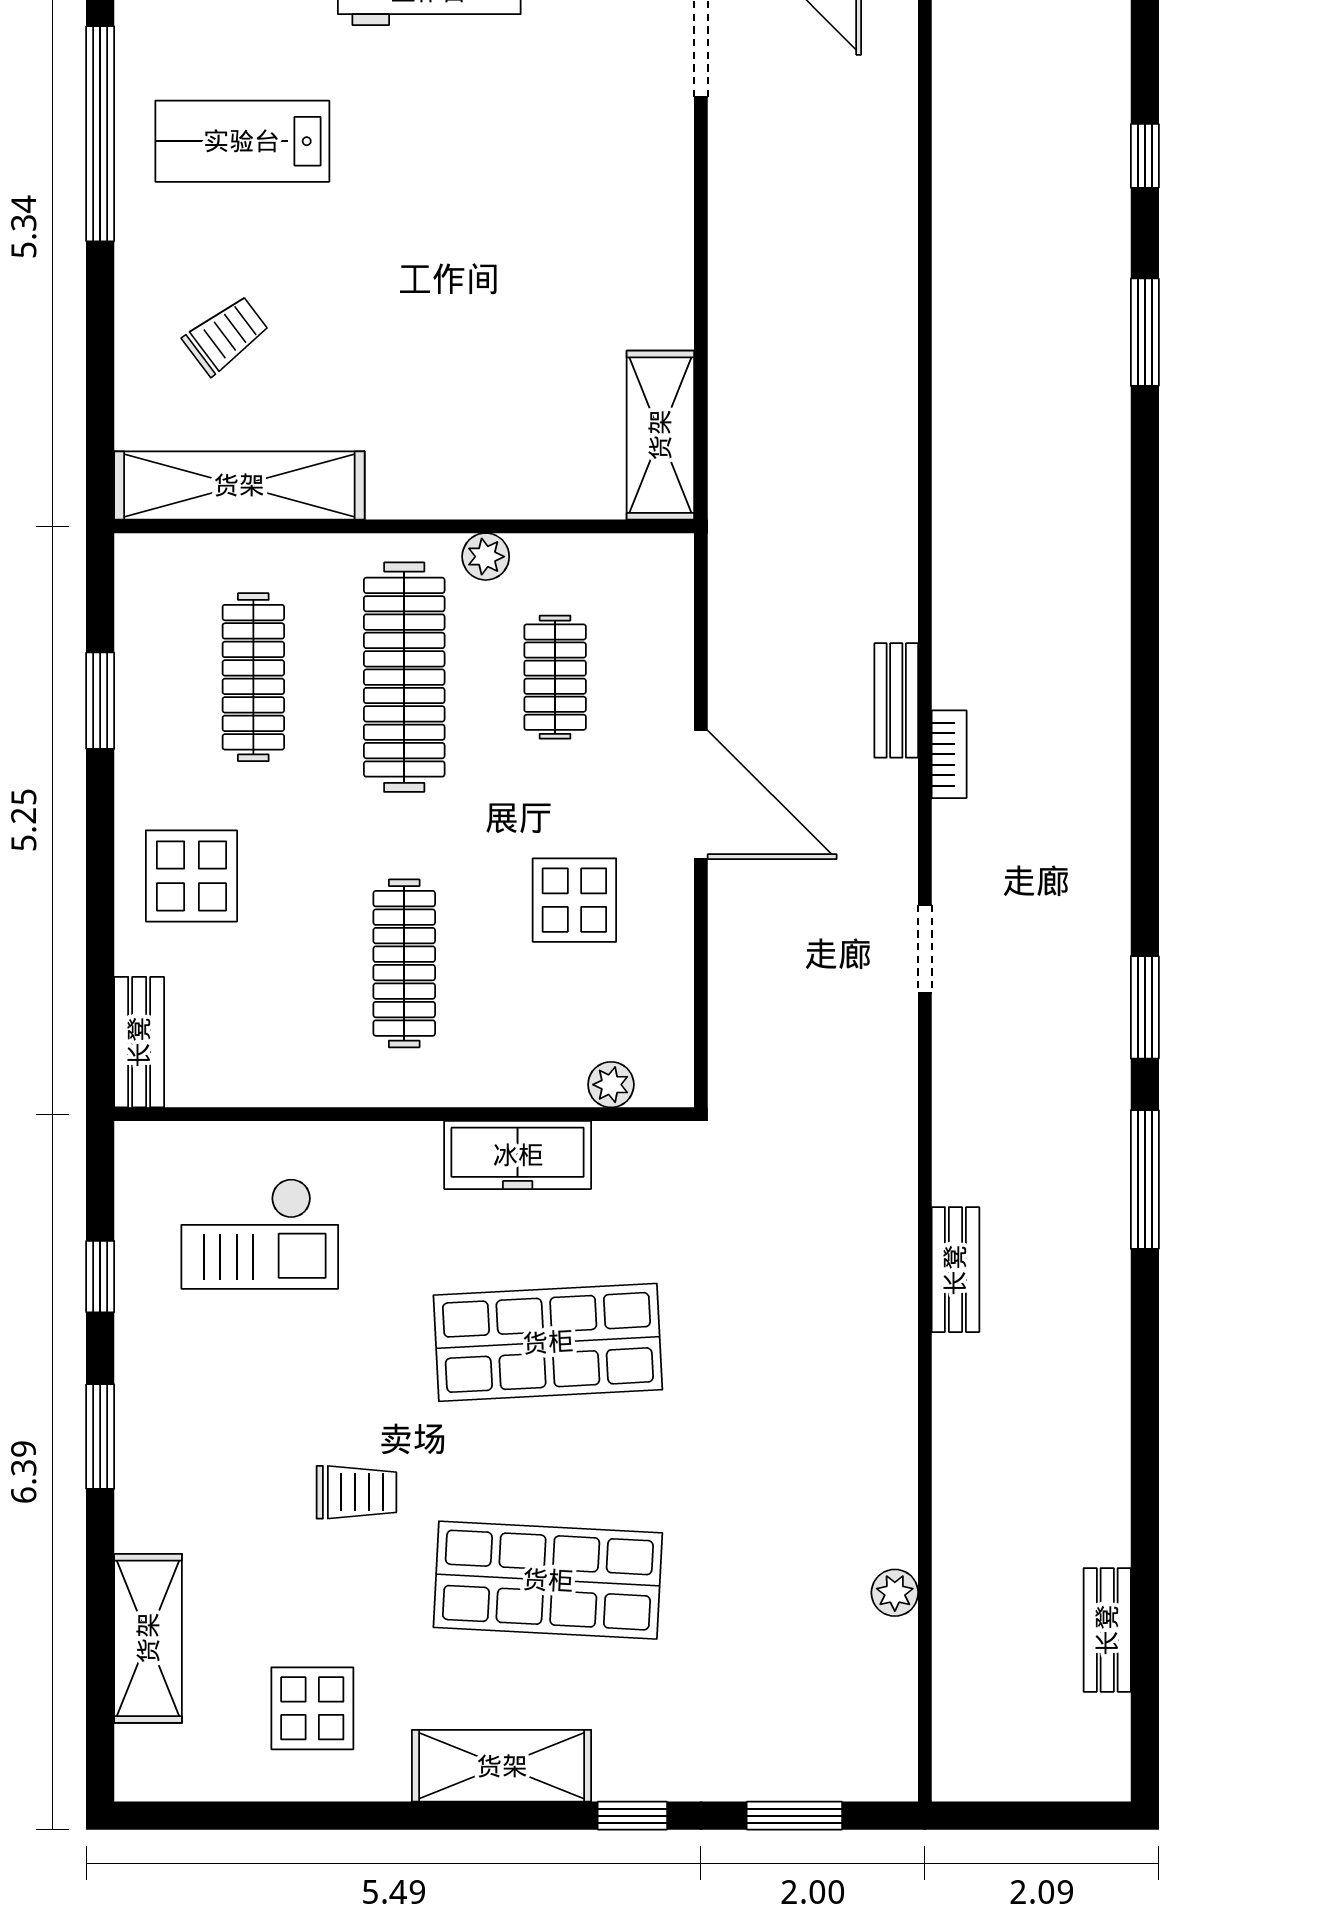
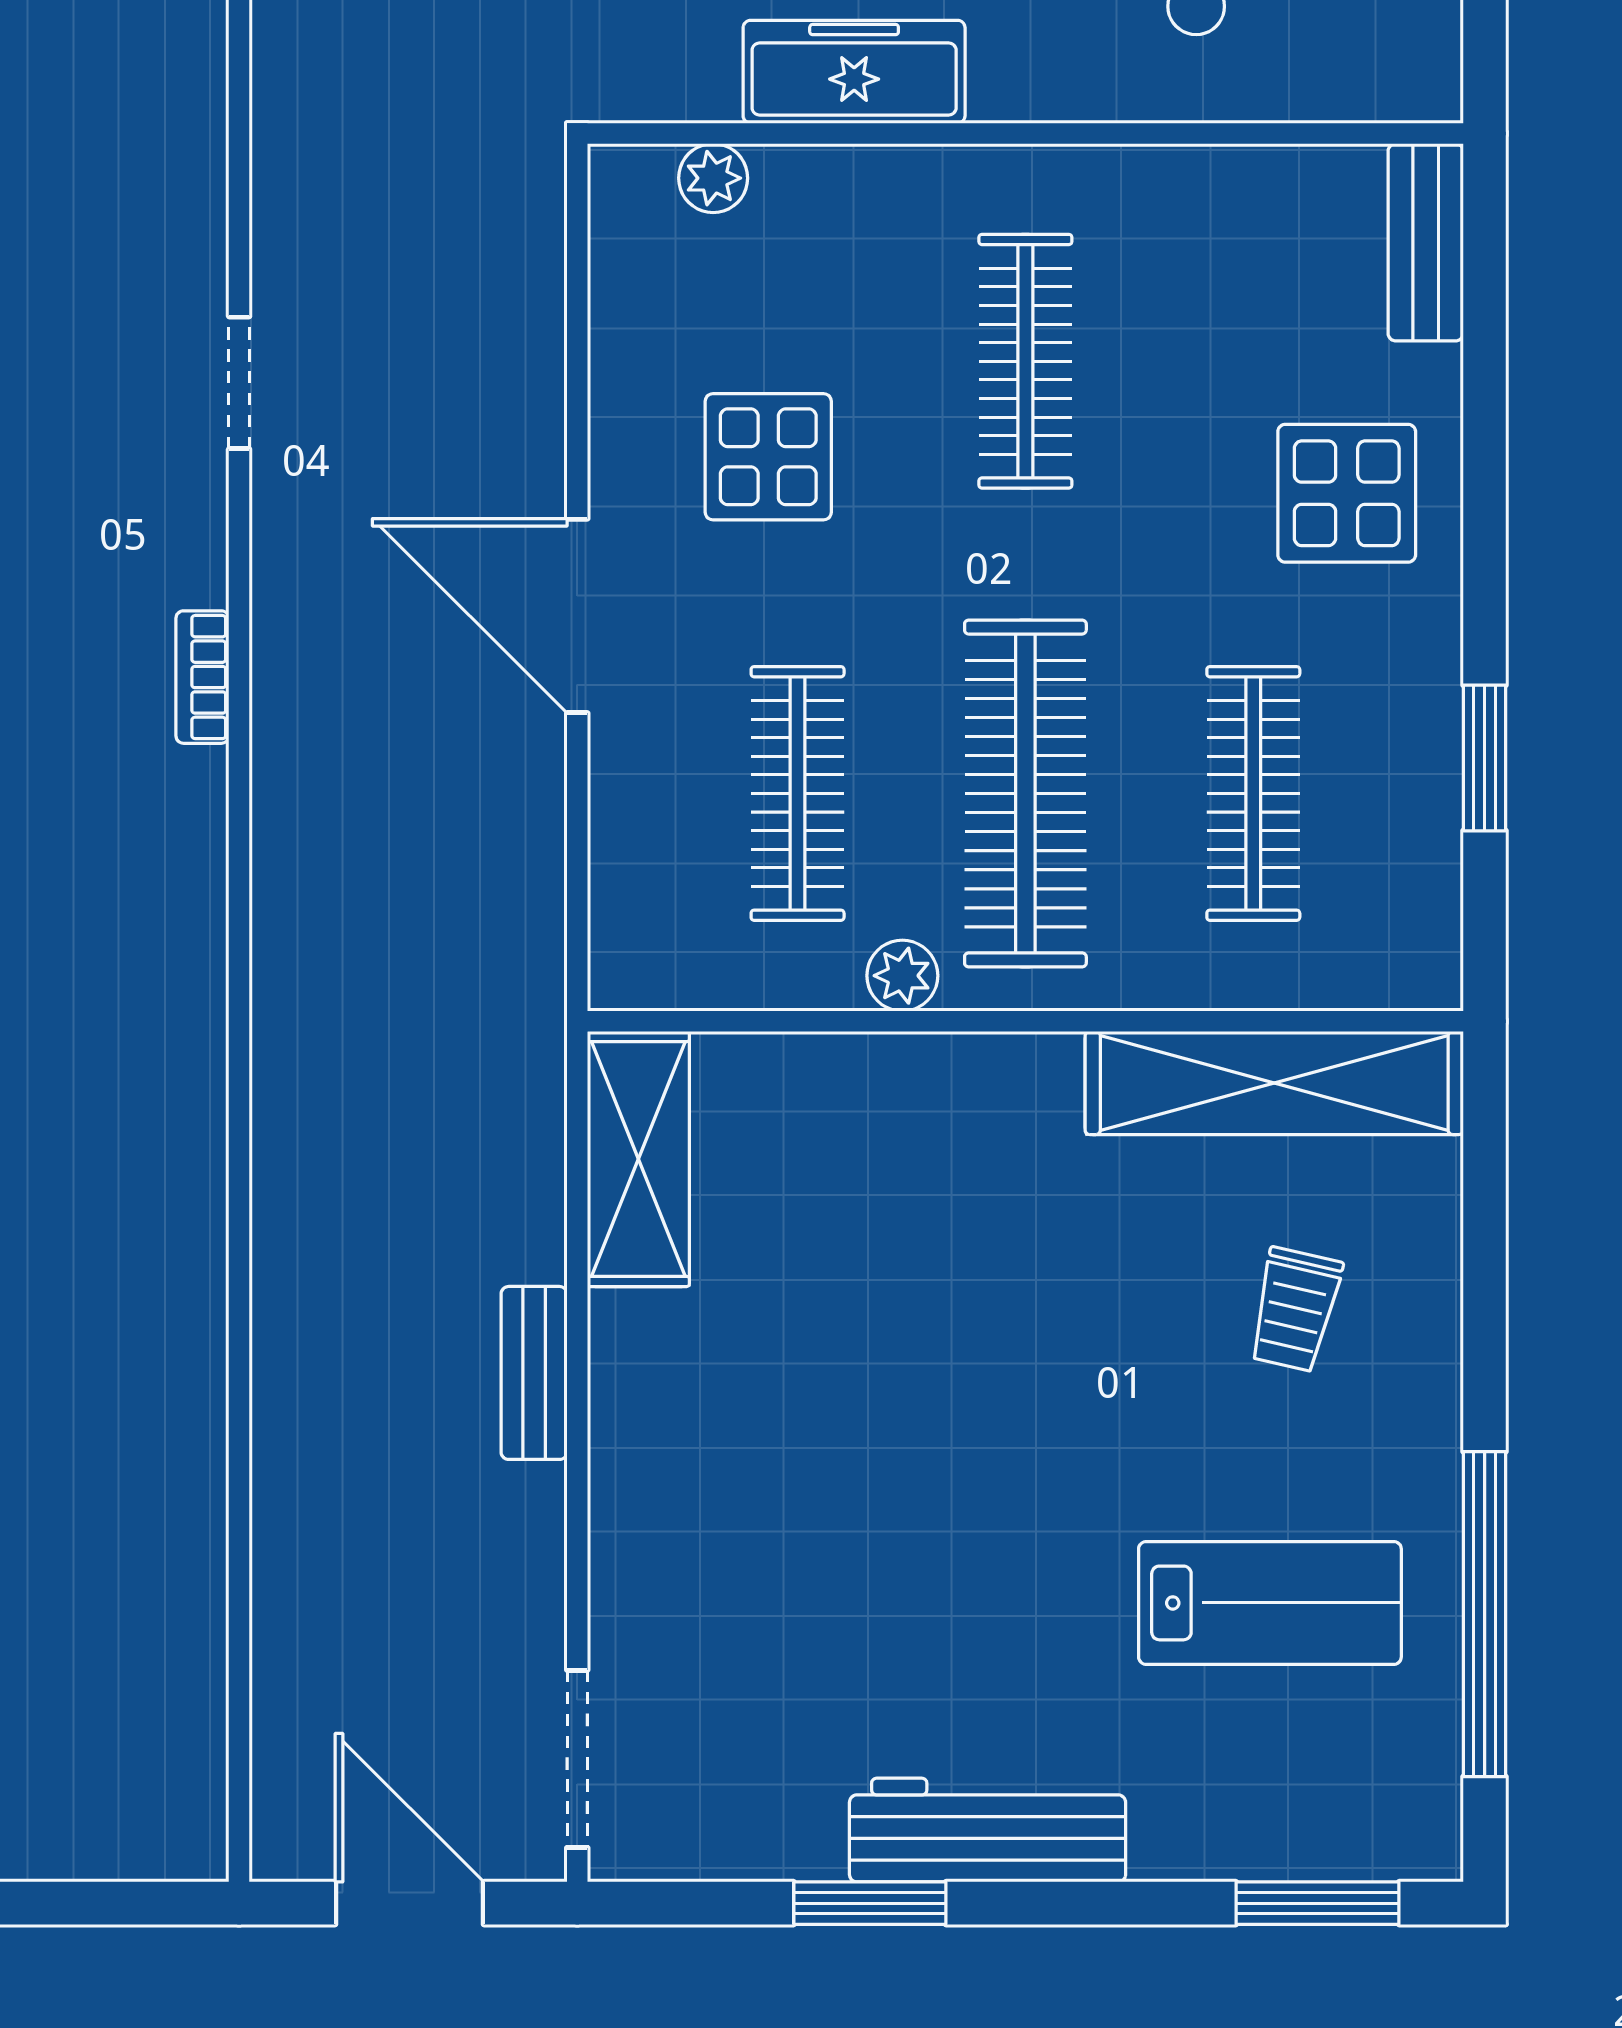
trolley: (226, 335) -> (1295, 1310), turned -40
clothes rail: (555, 677) -> (798, 793), width x1.36
bench: (896, 700) -> (534, 1373), moved

